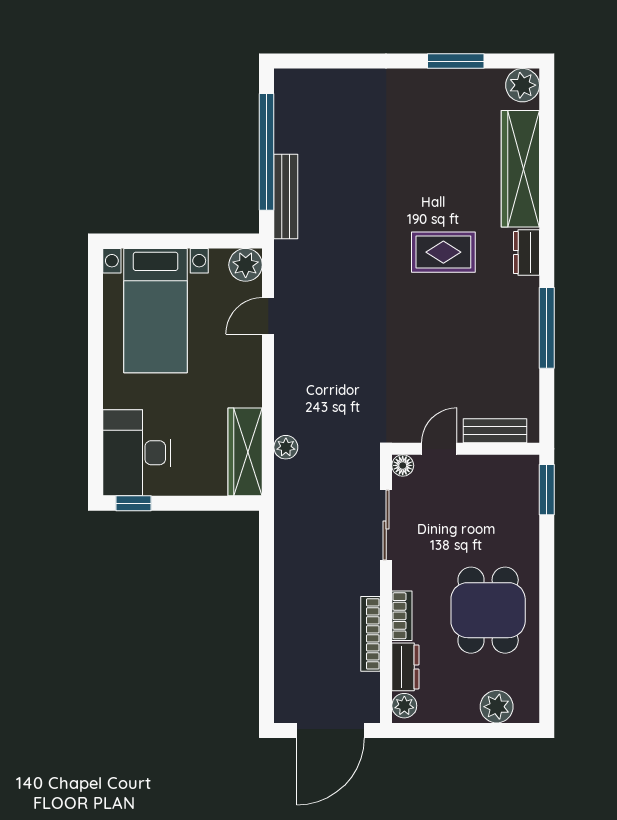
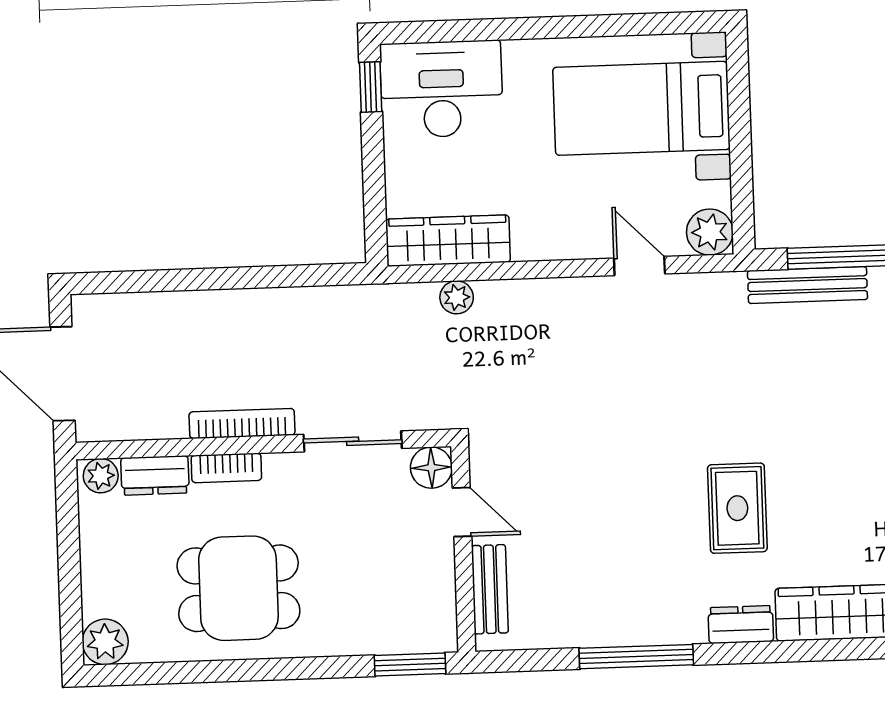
floor lamp: (403, 465) -> (431, 468), width x1.37, depth x1.37
bookcase: (370, 634) -> (242, 423), moved
plant: (497, 707) -> (105, 642), moved

